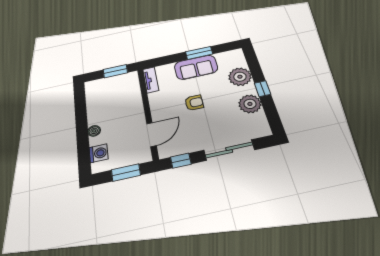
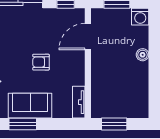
washing machine: (99, 153) -> (140, 17), moved, turned -90

